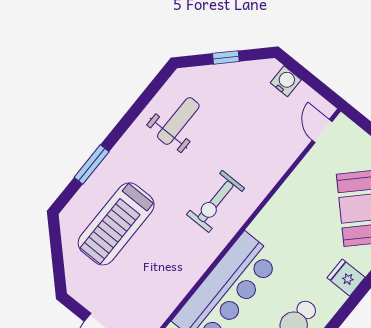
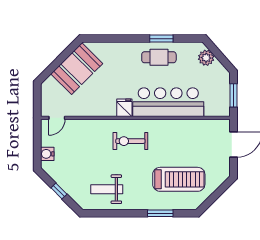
exercise bike: (216, 201) -> (130, 141), turned 180
fridge: (346, 278) -> (124, 108), moved, turned 180

